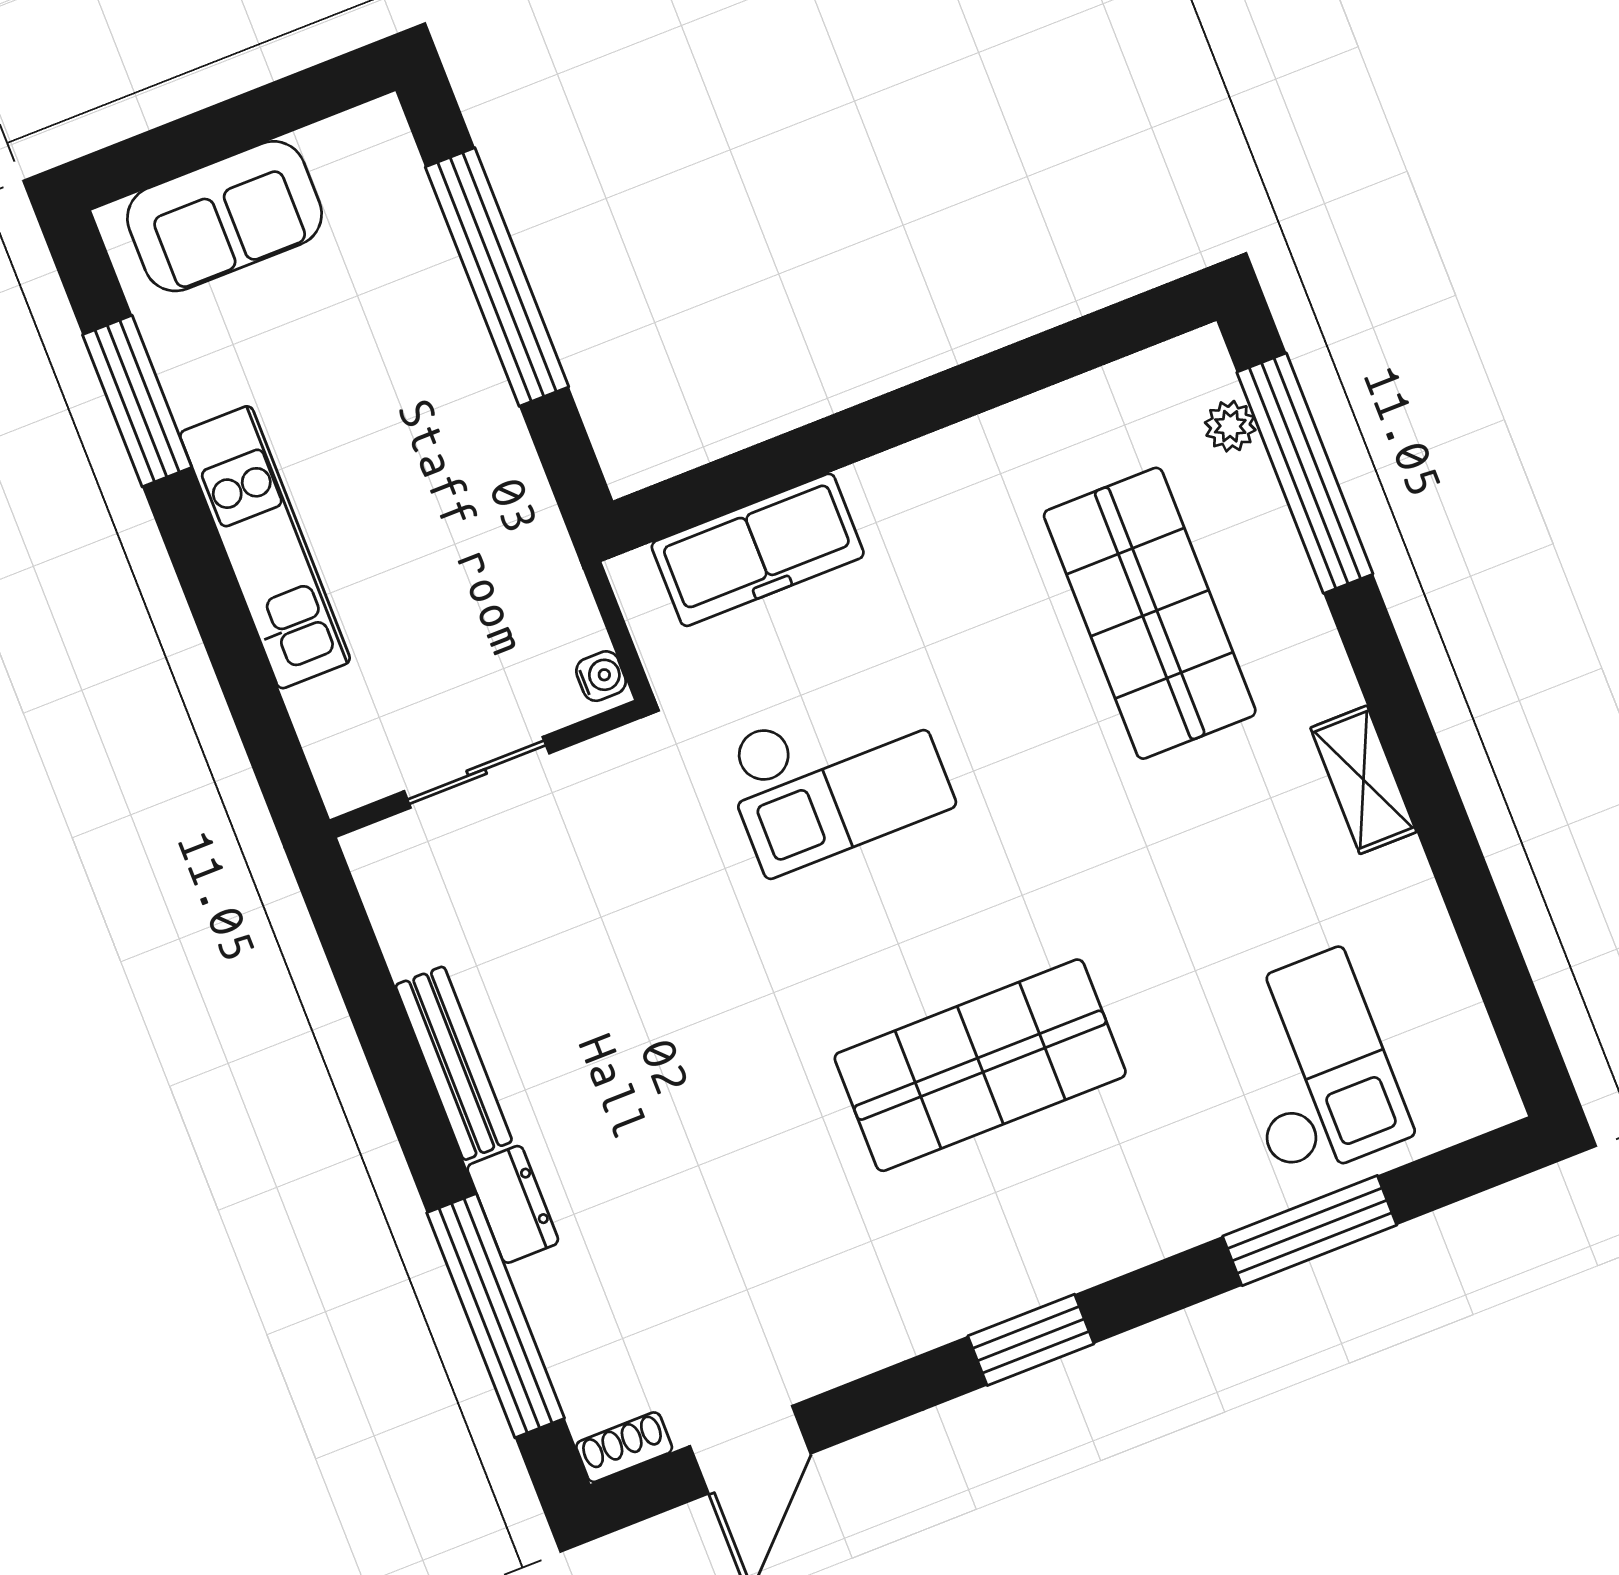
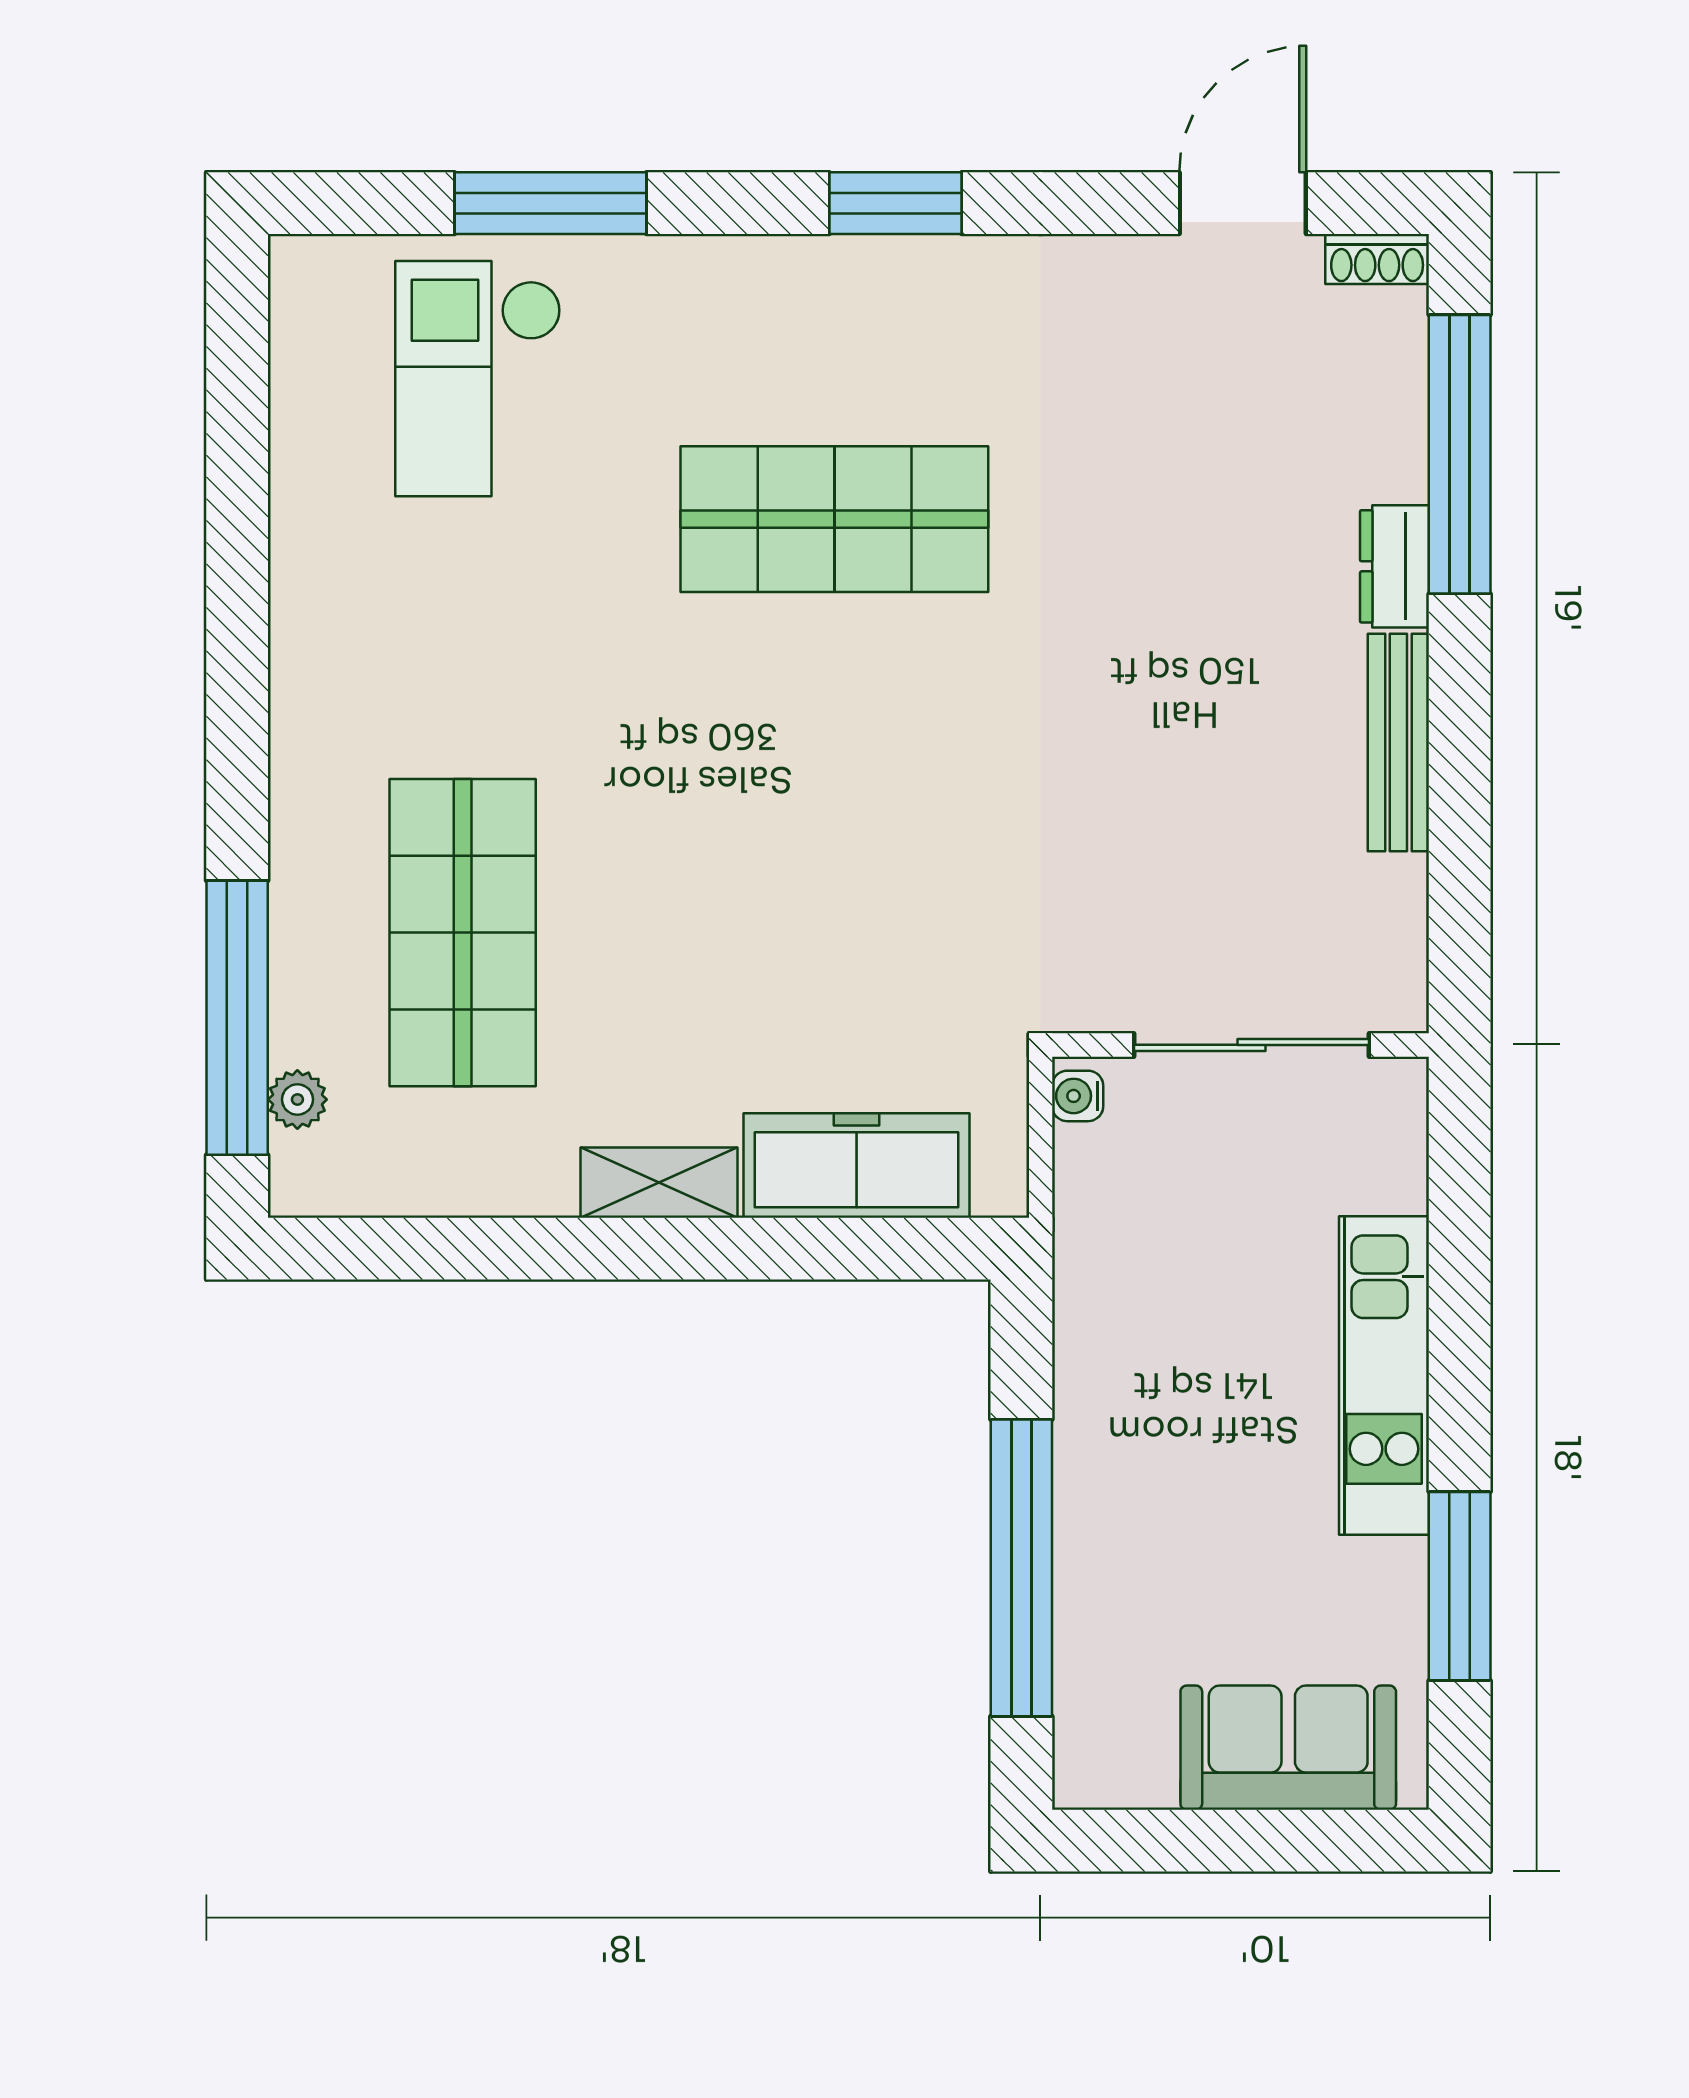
sliding door: (477, 772) -> (1252, 1045), width x1.37
checkout: (836, 776) -> (868, 890), removed
shelving: (1363, 780) -> (659, 1183), moved, turned 90

